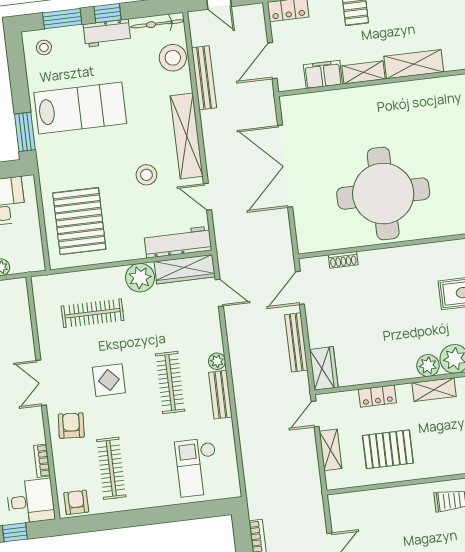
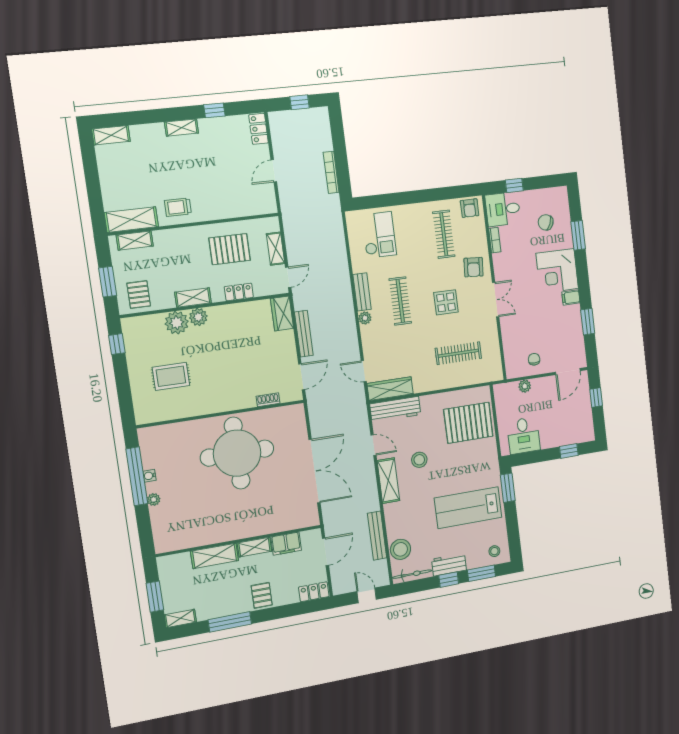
shelving: (187, 136) -> (388, 481), width x0.68
pallet: (79, 221) -> (468, 423), turned 90
plant: (140, 278) -> (423, 381), removed

